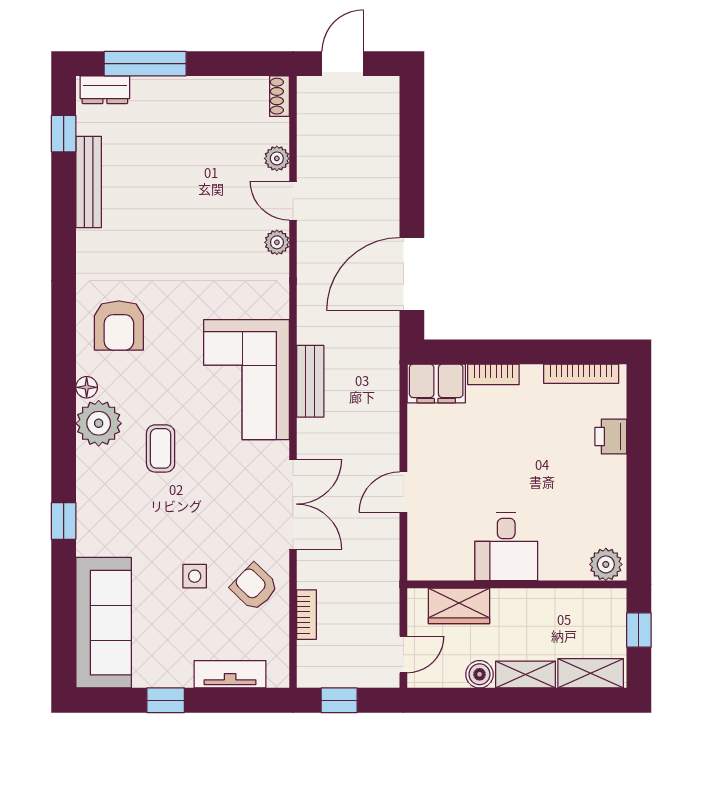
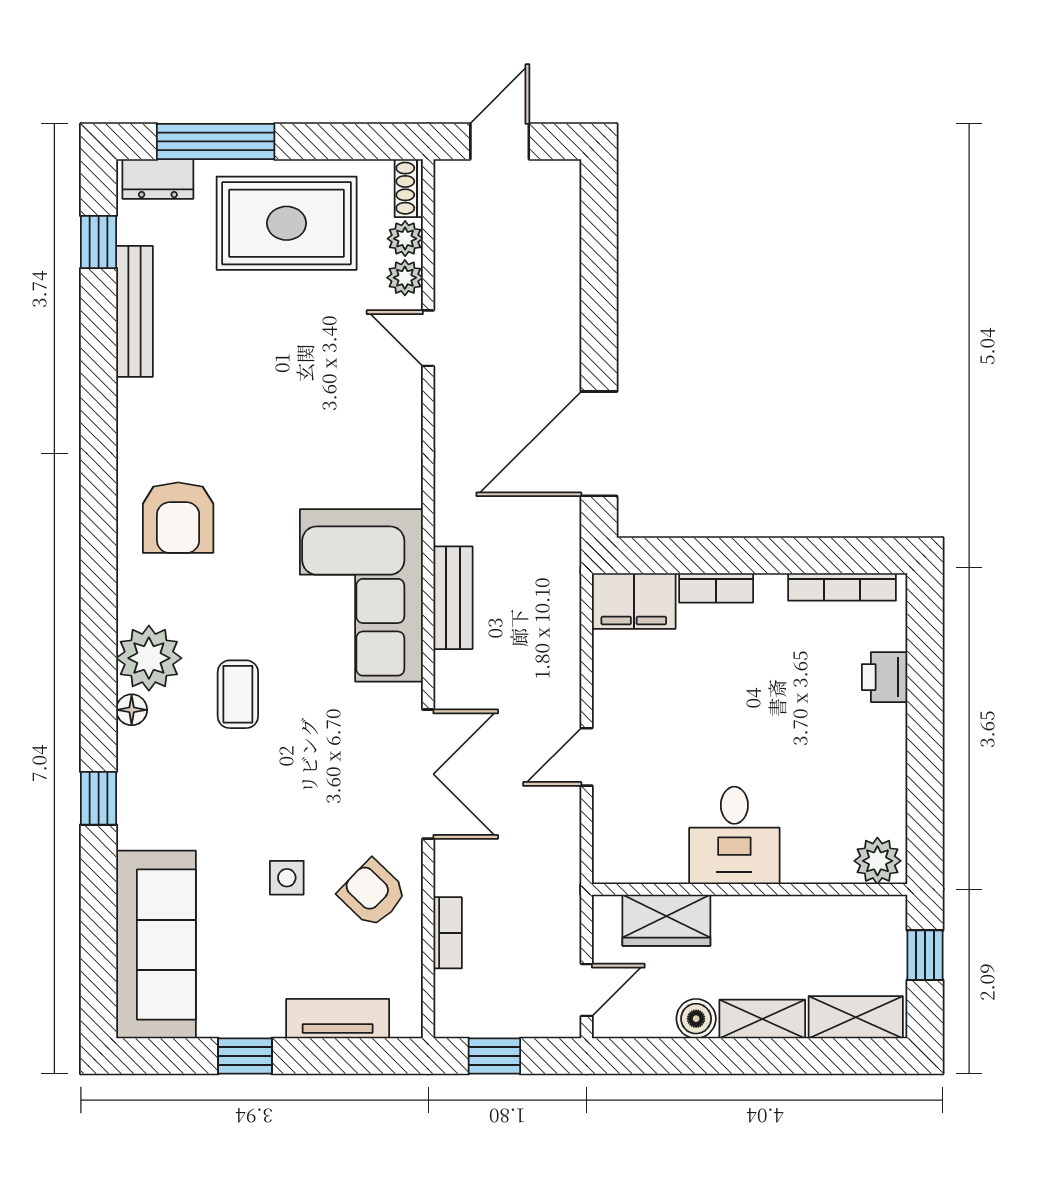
rug: (194, 121) -> (287, 223), added
plant: (277, 242) -> (405, 239), moved
floor lamp: (87, 387) -> (132, 710), moved

